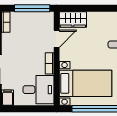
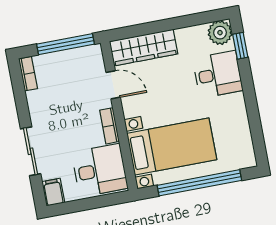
wardrobe: (73, 19) -> (144, 48), width x1.50
door: (57, 39) -> (113, 85), hinge flipped

